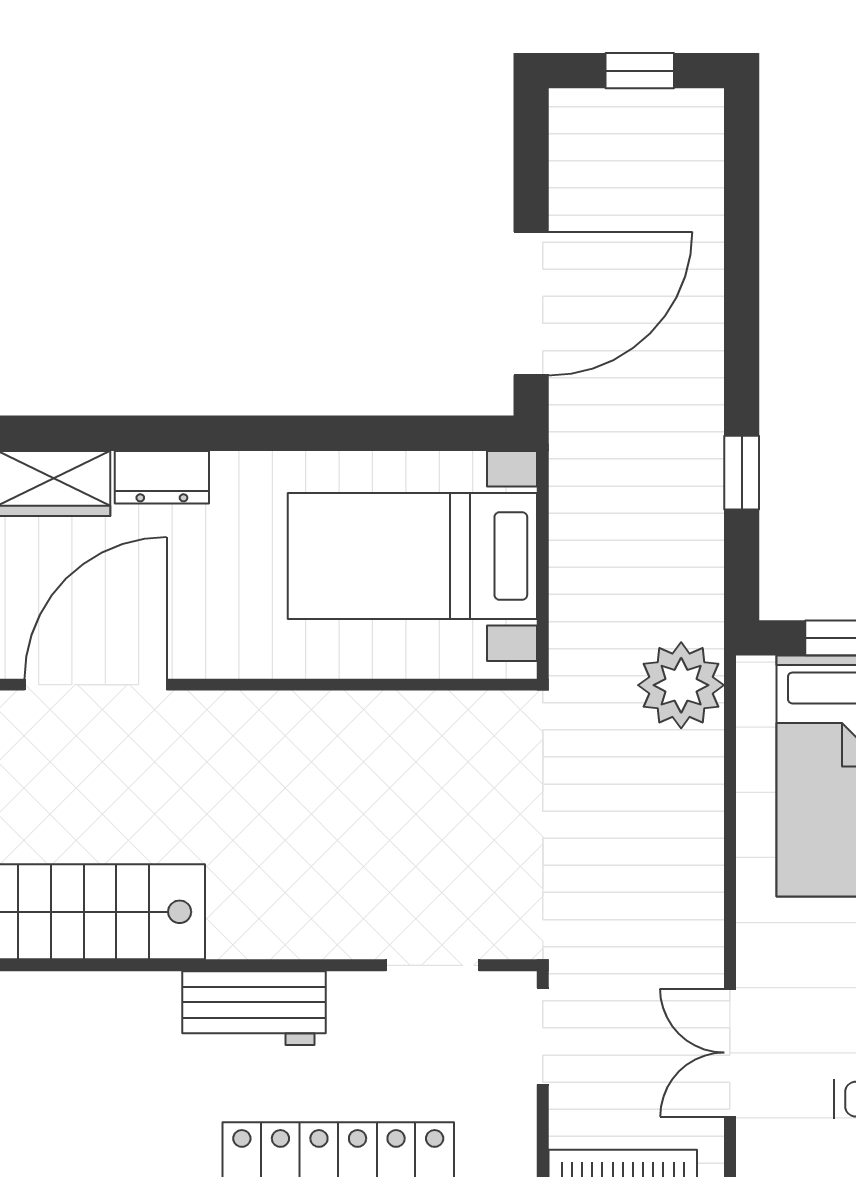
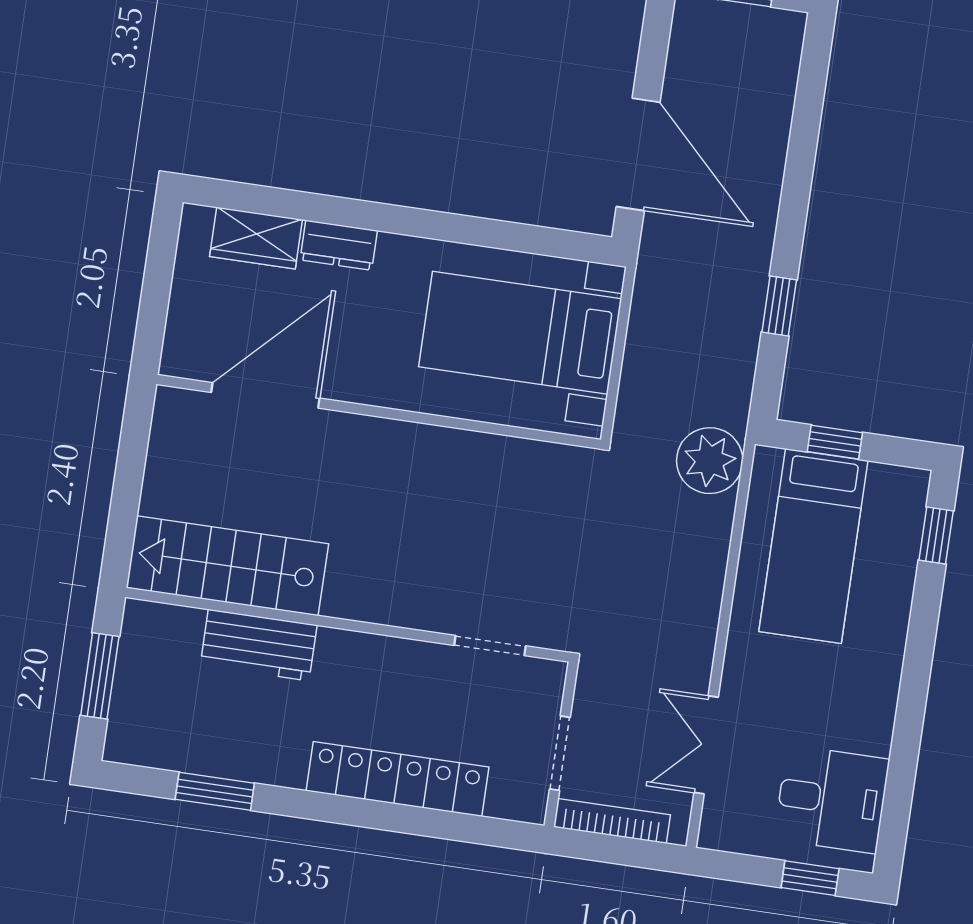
door: (531, 304) -> (638, 154), hinge flipped
workbench: (254, 1008) -> (259, 645), moved
doorway: (543, 1036) -> (560, 753), moved

